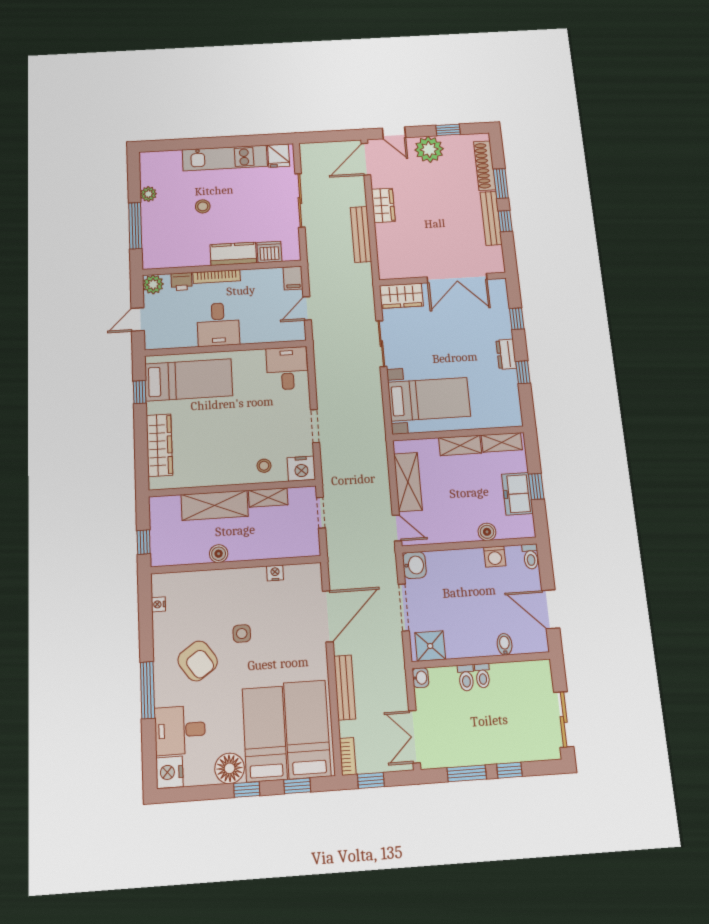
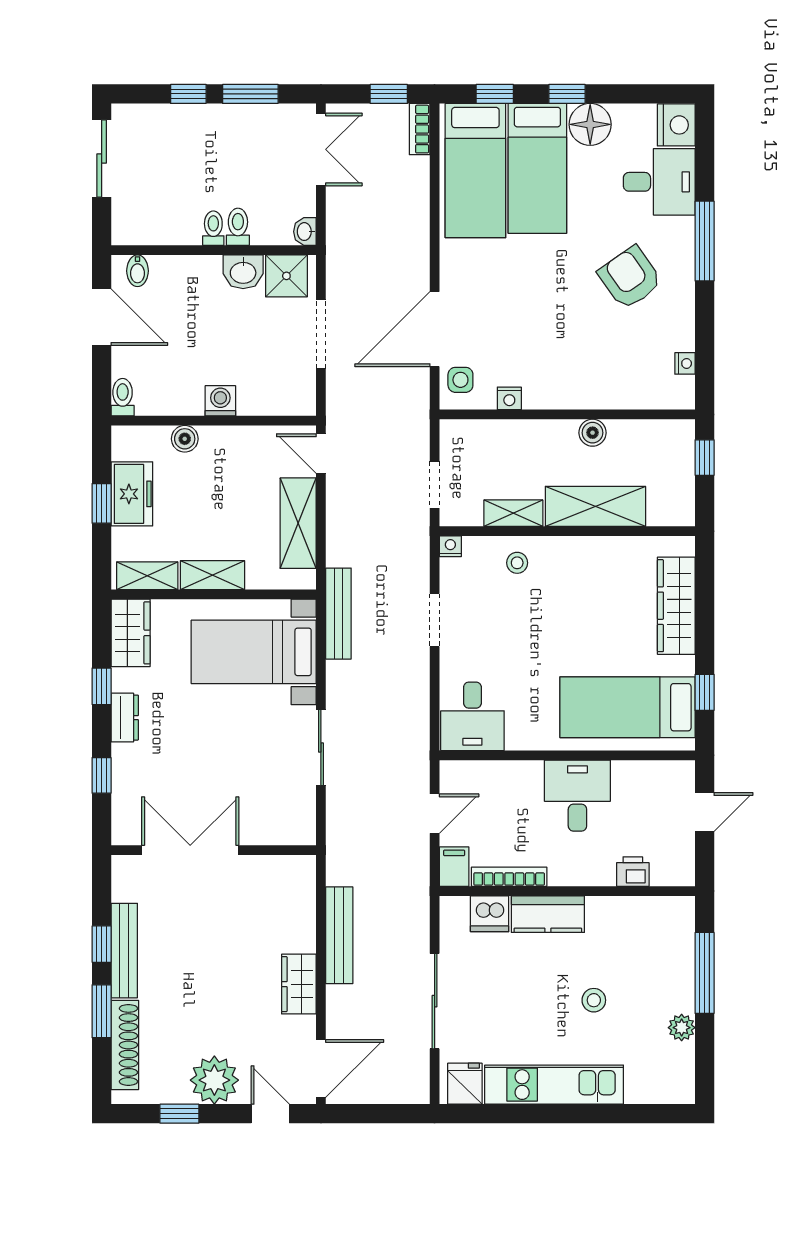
bookcase: (217, 277) -> (509, 877), moved
plant: (153, 284) -> (678, 870), removed
wardrobe: (401, 296) -> (131, 633), moved, turned 90
nightstand: (301, 469) -> (450, 546), width x0.53, depth x0.56
washing machine: (495, 557) -> (220, 401), moved
washbasin: (414, 565) -> (243, 272), moved, turned -90
side table: (242, 634) -> (460, 380), moved
bidet: (505, 644) -> (138, 271), moved
bench: (345, 687) -> (338, 614), moved

